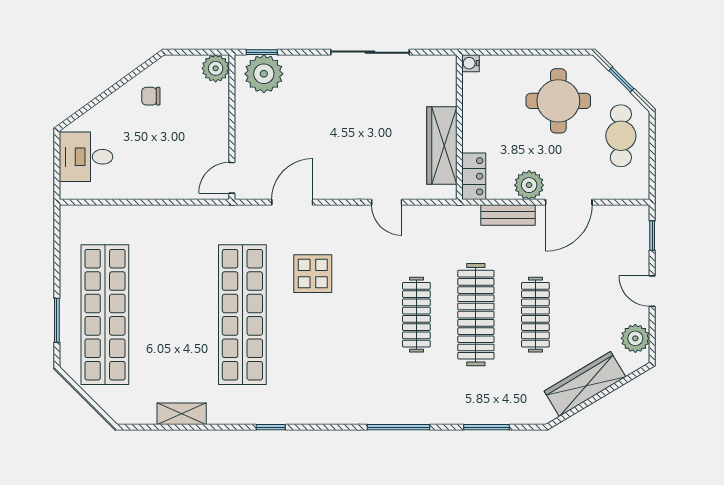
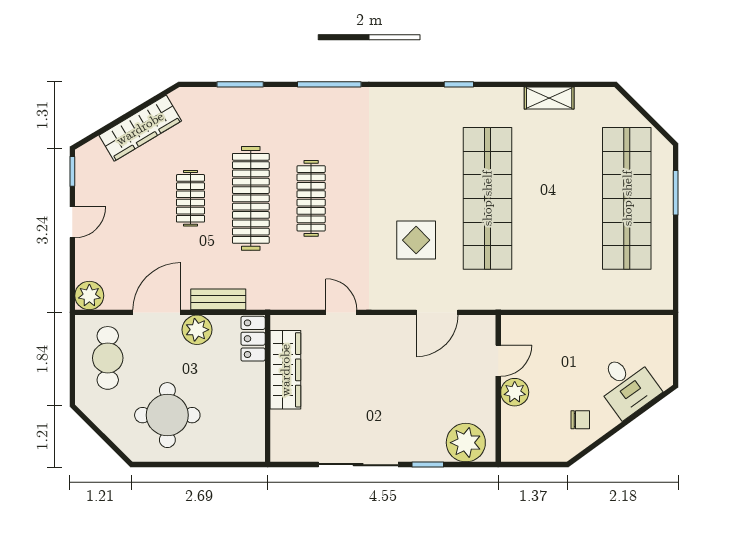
window: (262, 52) -> (428, 465), moved
water cooler: (471, 63) -> (256, 453), removed
plant: (216, 68) -> (515, 392), moved
window: (621, 80) -> (103, 437), removed
cafe table: (621, 136) -> (108, 358), moved
desk: (86, 157) -> (627, 385), moved, turned 54
door: (232, 178) -> (498, 361), moved
window: (652, 236) -> (72, 171), moved
door: (652, 291) -> (72, 222), hinge flipped
clothes rail: (535, 315) -> (190, 198), width x0.73
plant: (635, 338) -> (89, 296), moved

